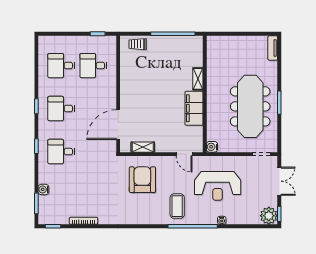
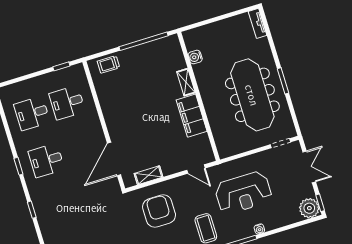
water cooler: (212, 147) -> (195, 57), moved
desk: (61, 152) -> (61, 207), removed

